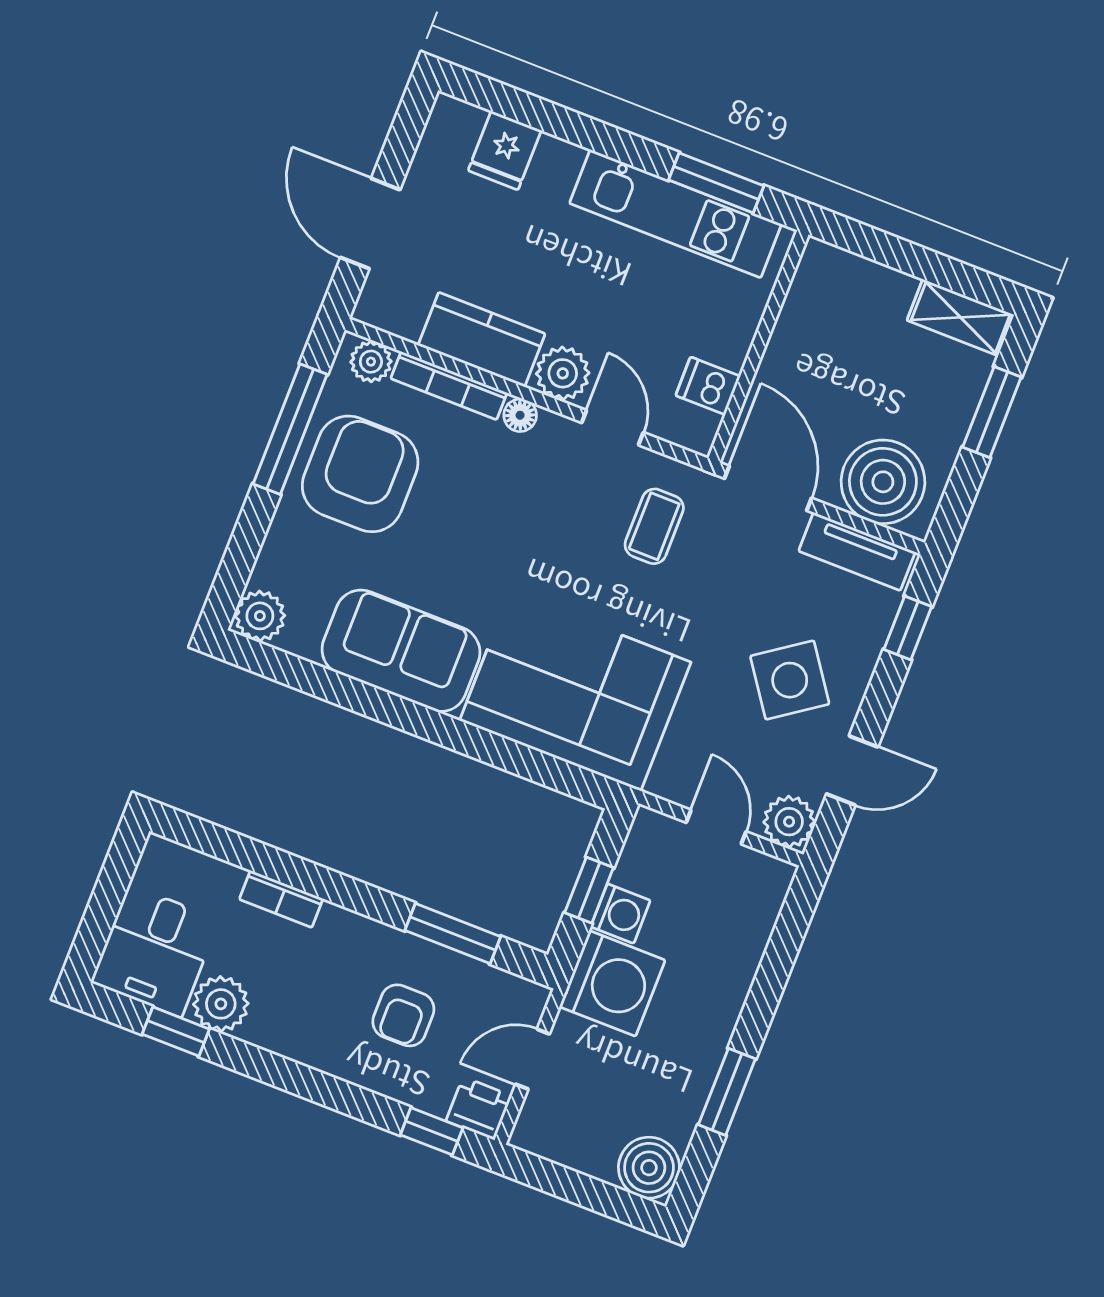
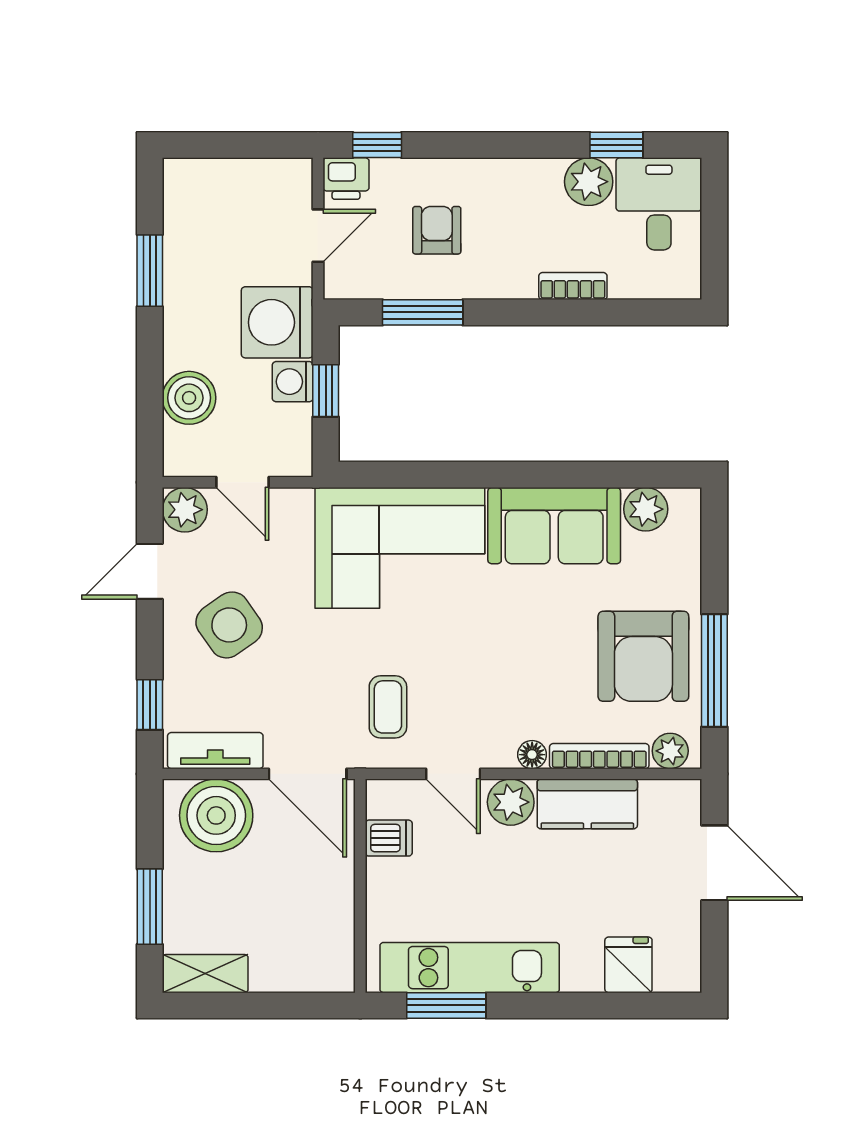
plant: (260, 616) -> (646, 509), moved
boiler: (649, 1168) -> (189, 398), moved

